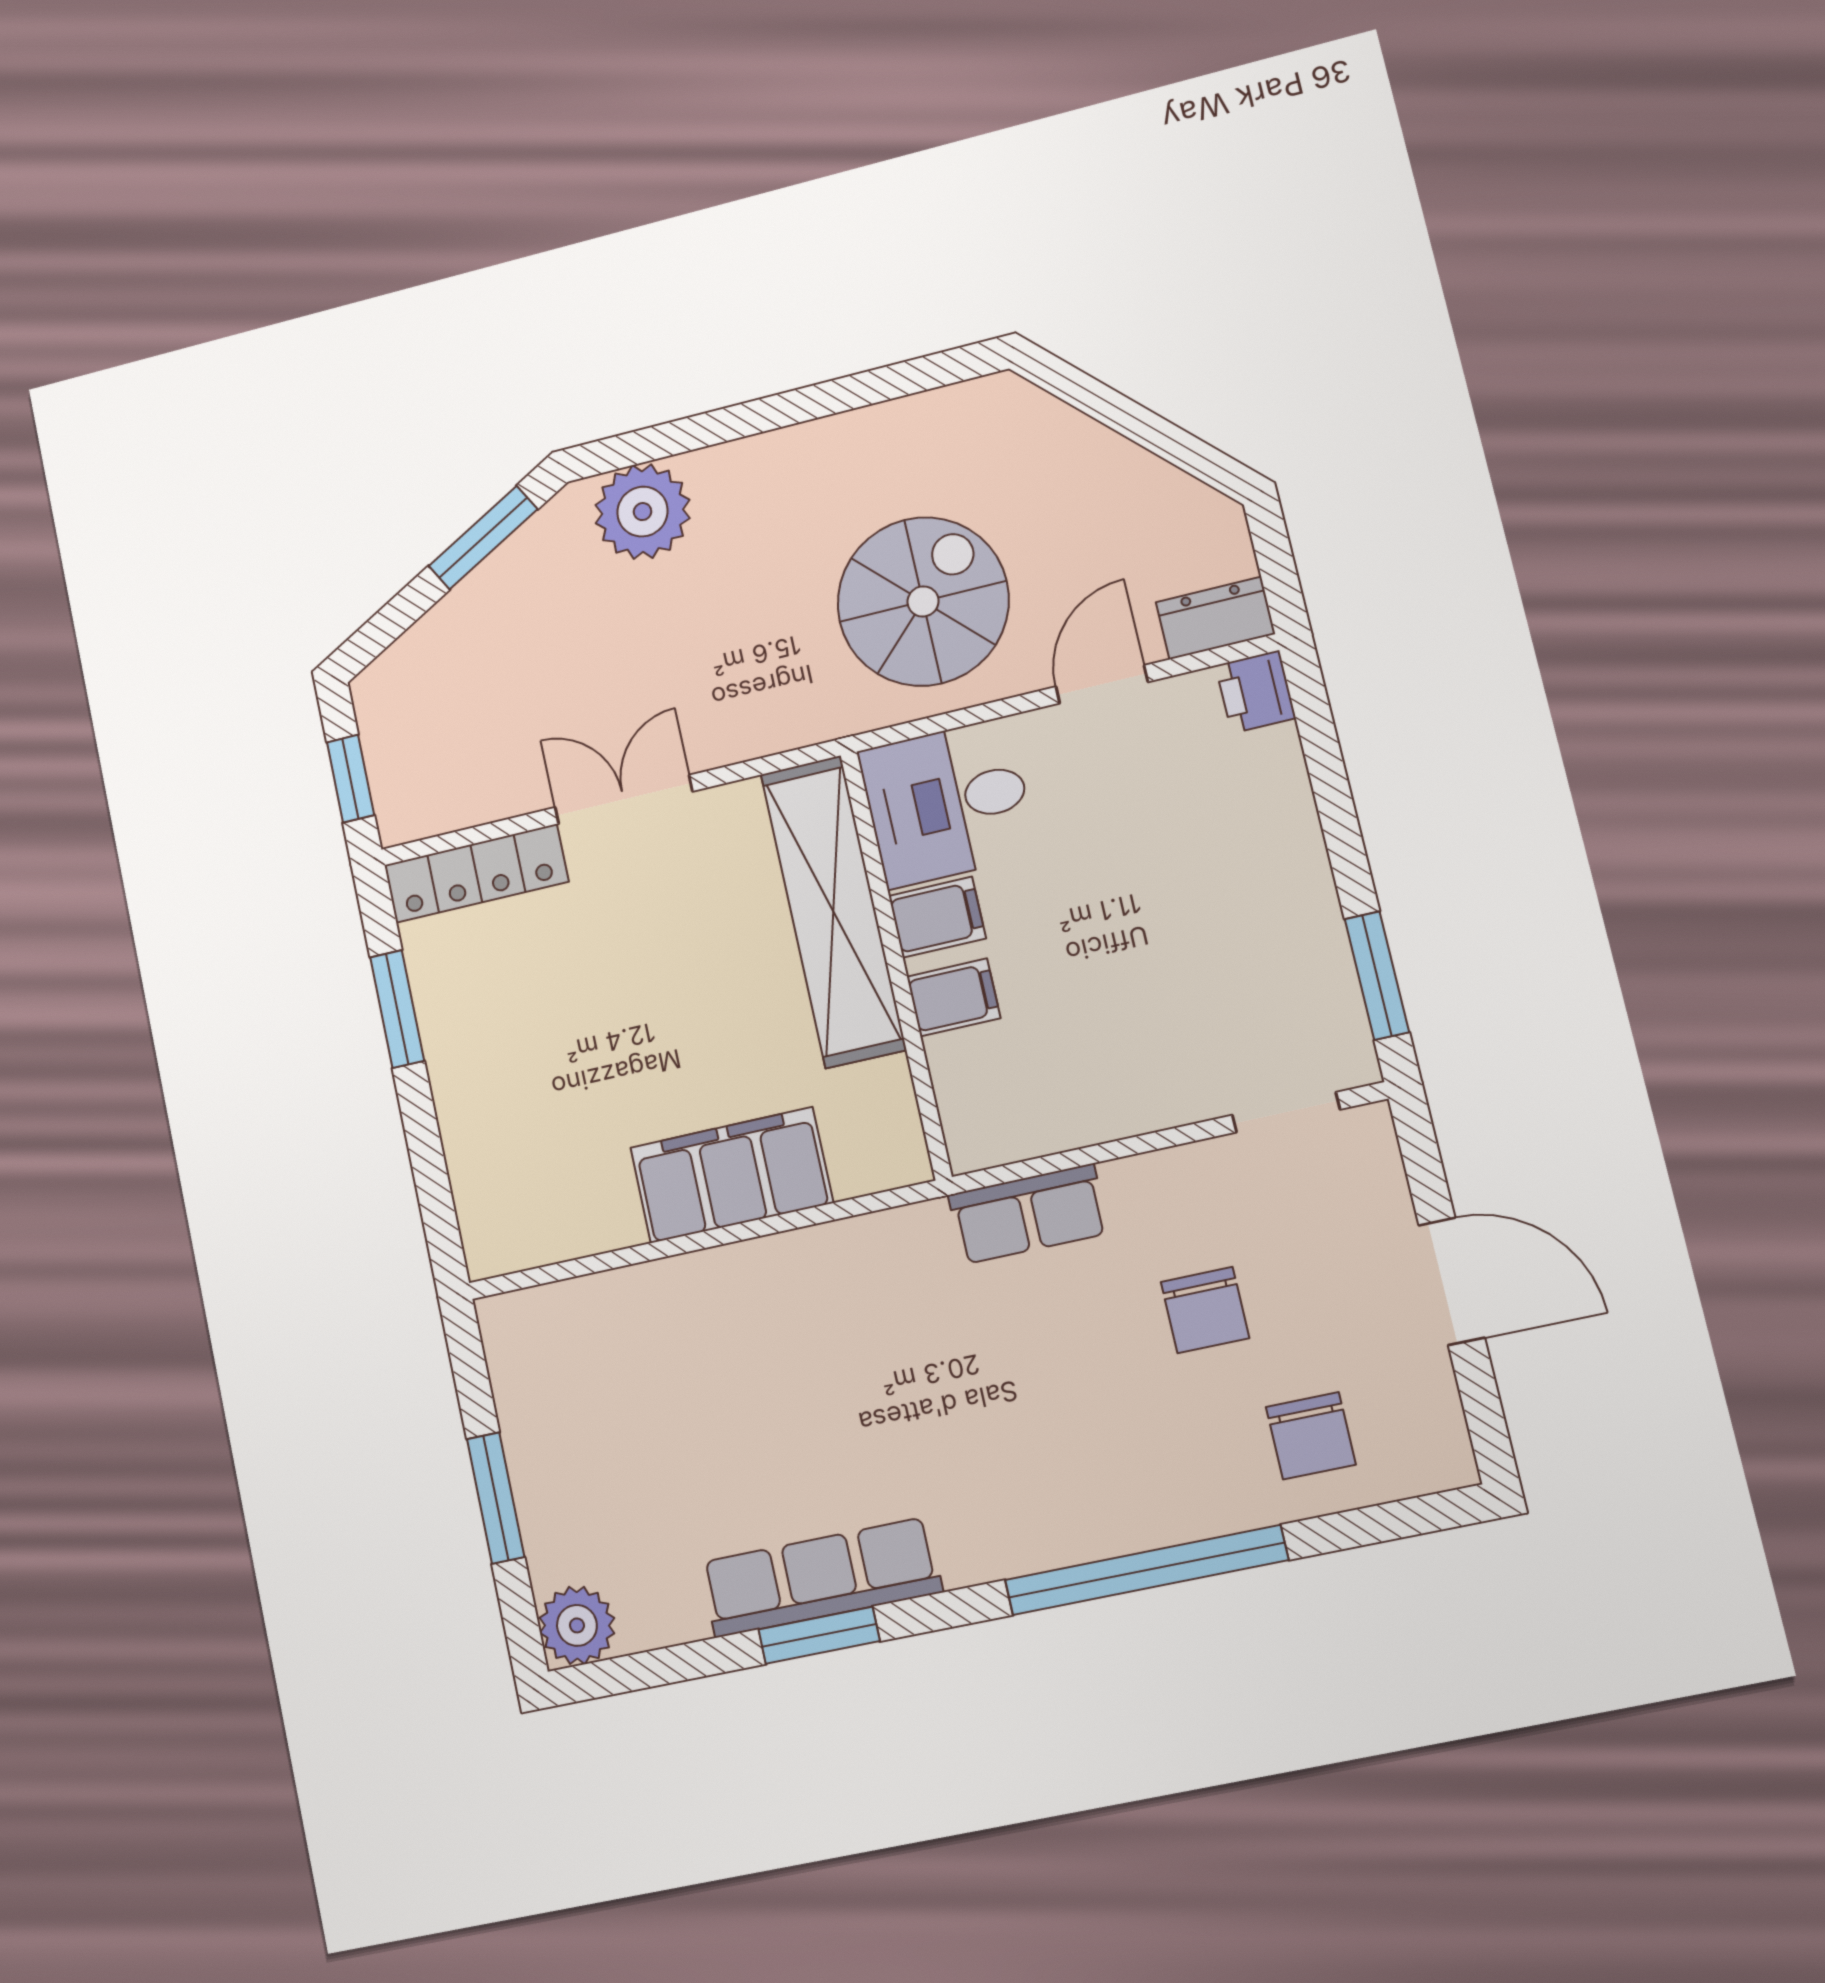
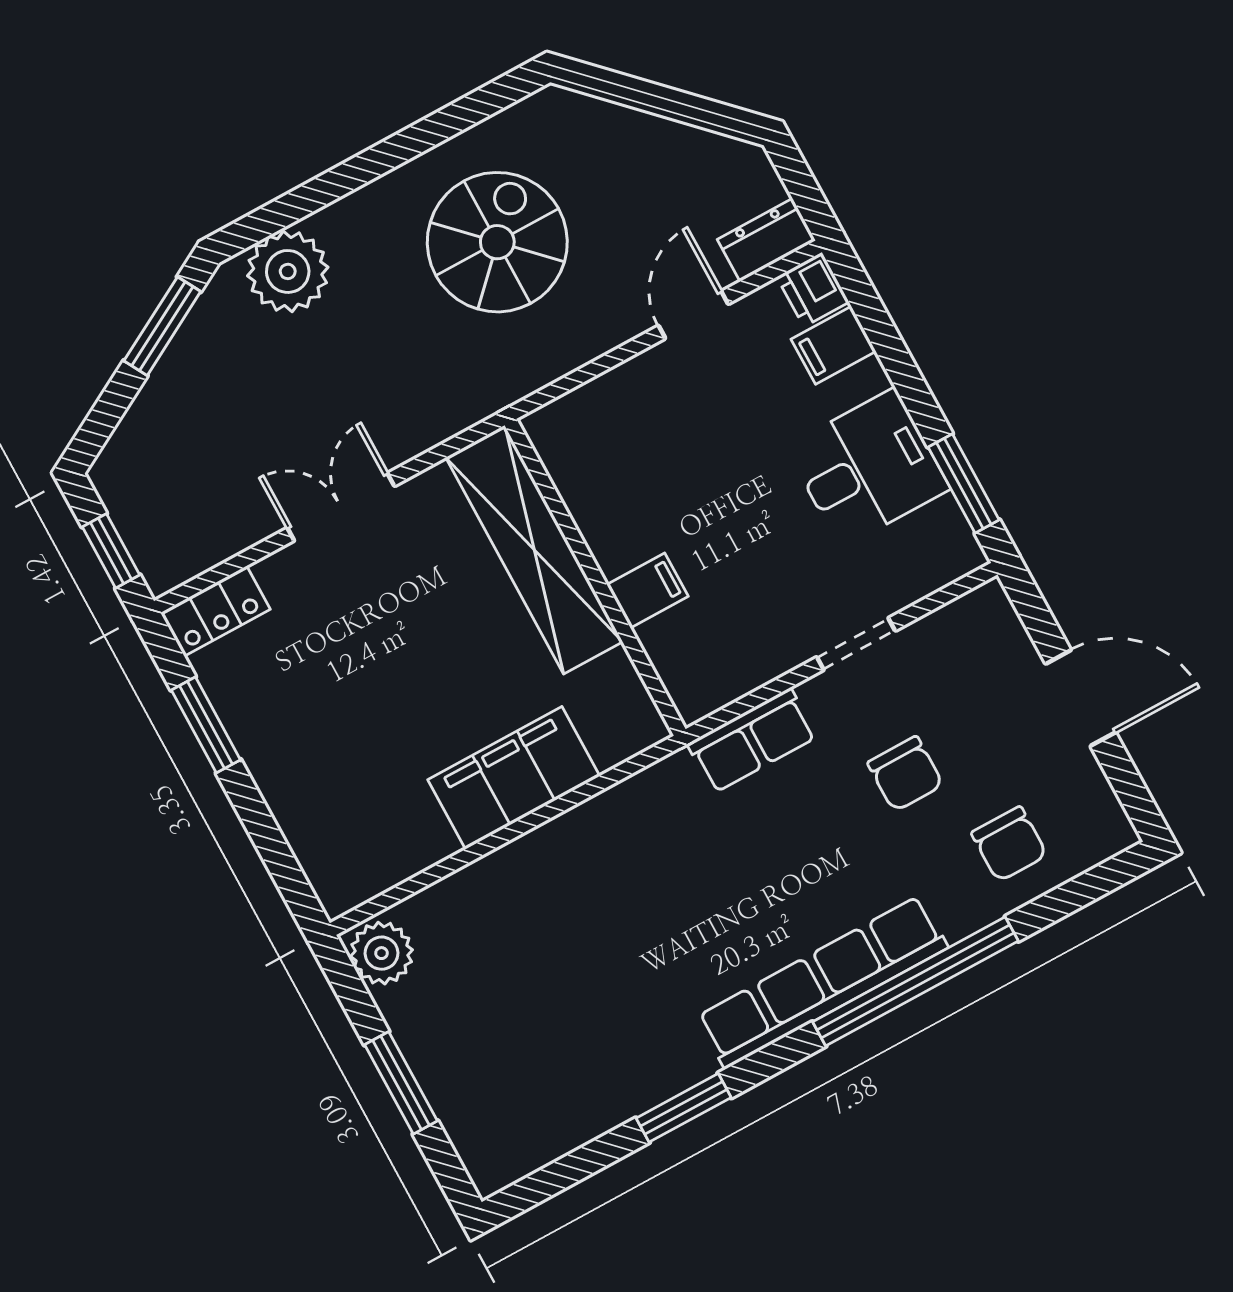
spiral stairs: (923, 601) -> (497, 242), moved
desk: (948, 803) -> (868, 468), moved, turned 180
locker: (476, 873) -> (215, 611), width x0.66
filing cabinet: (937, 917) -> (833, 345), moved, turned 180
doorway: (1286, 1112) -> (856, 644), moved
row of seats: (821, 1577) -> (822, 982), moved, width x1.36
plant: (577, 1625) -> (382, 953), moved

